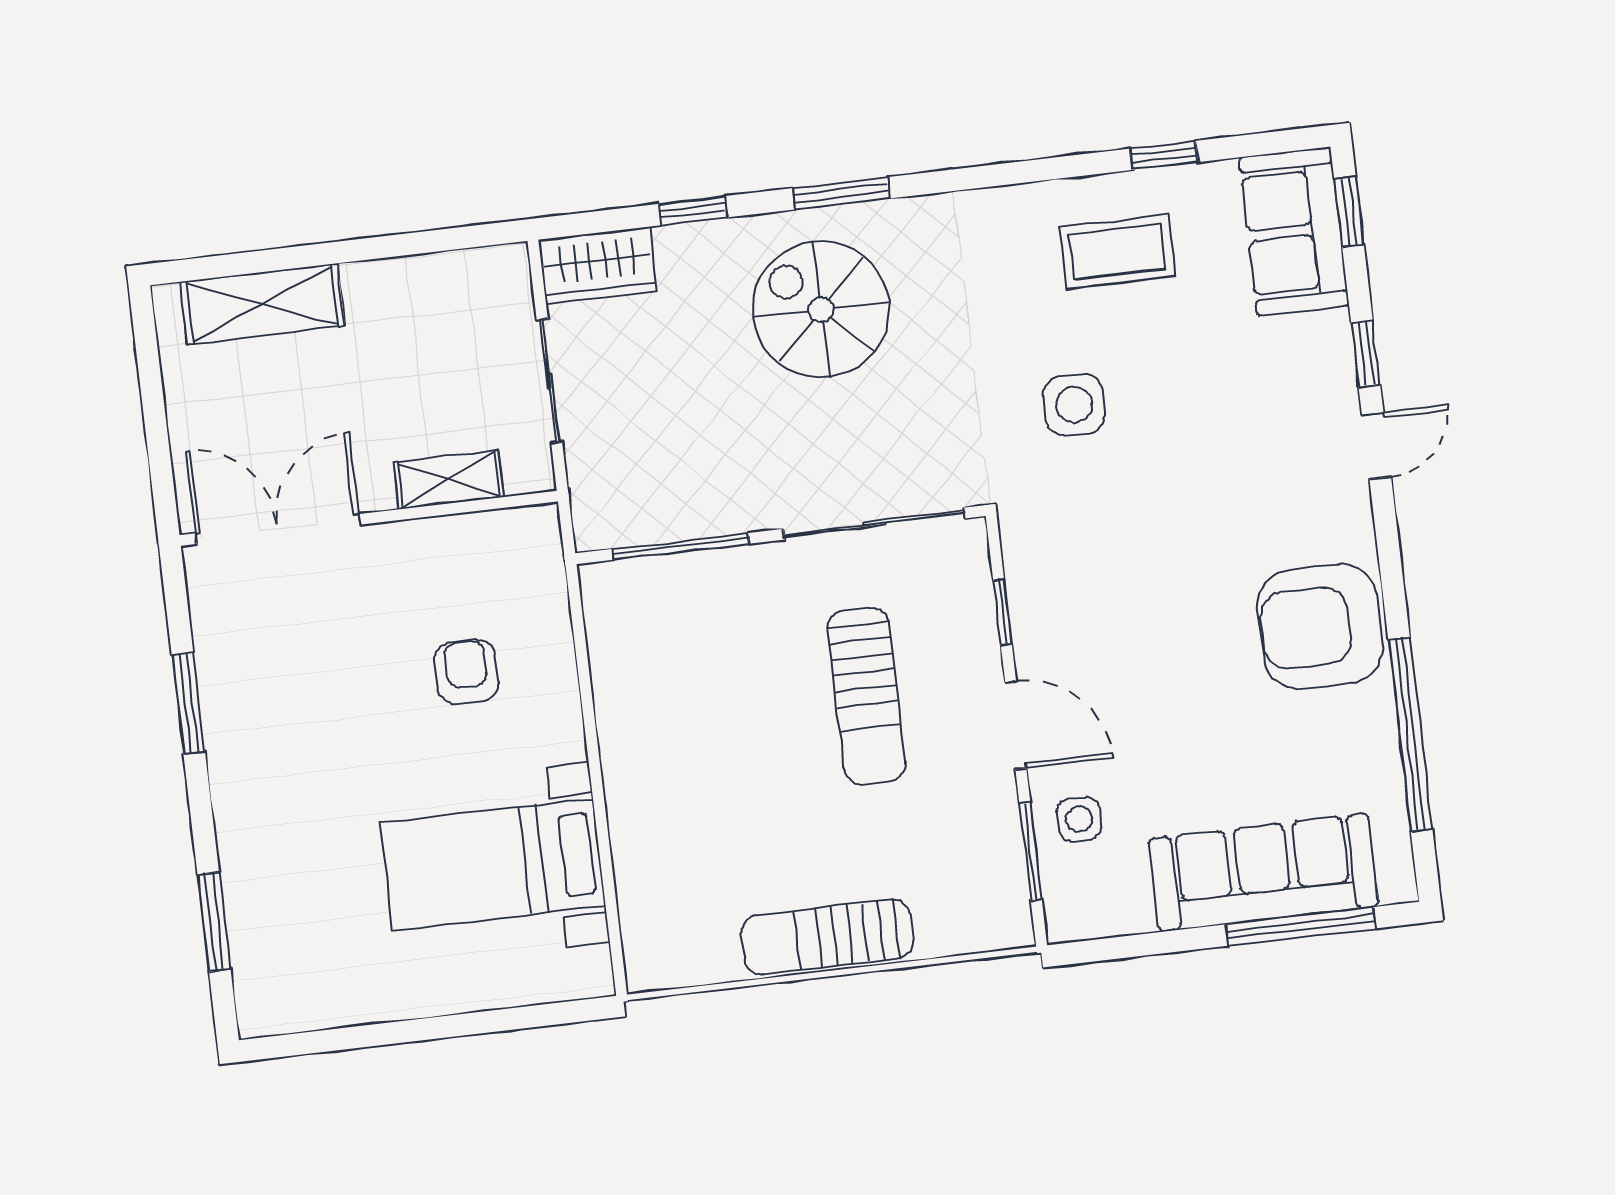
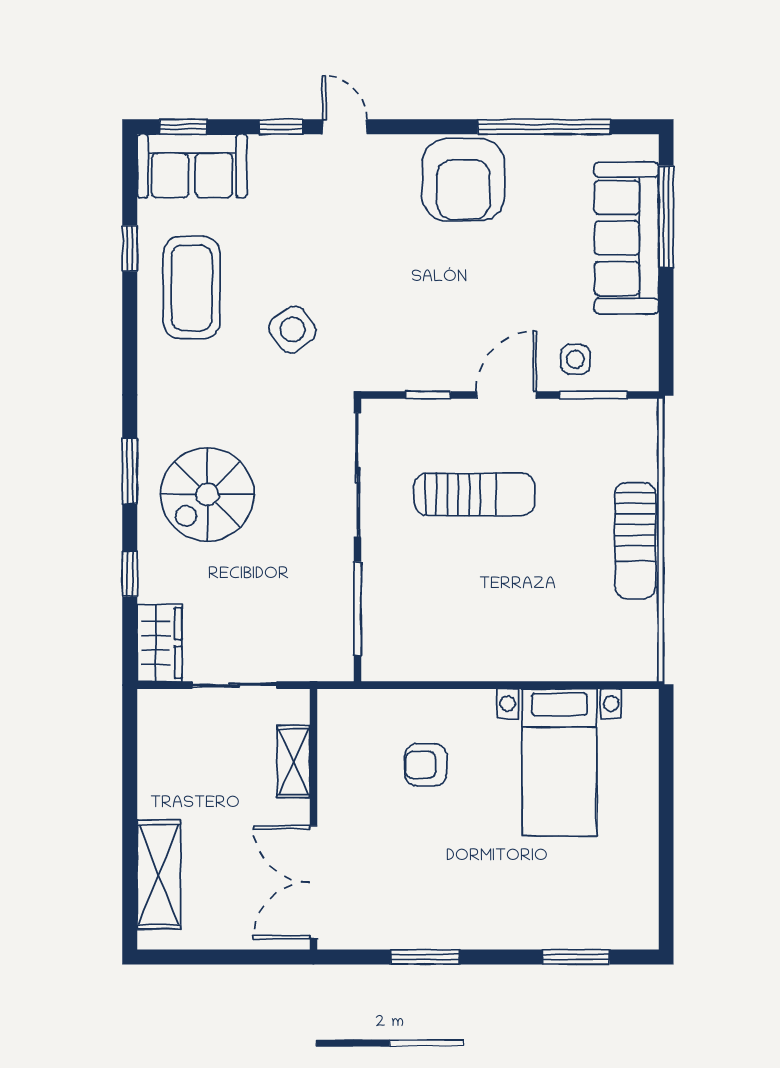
coffee table: (1117, 252) -> (192, 288), width x1.36, depth x1.32
side table: (1074, 405) -> (293, 330), turned -36

